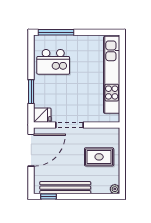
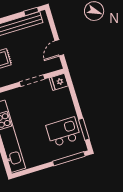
window: (31, 92) -> (84, 129), moved
door: (31, 150) -> (59, 48), width x0.53

